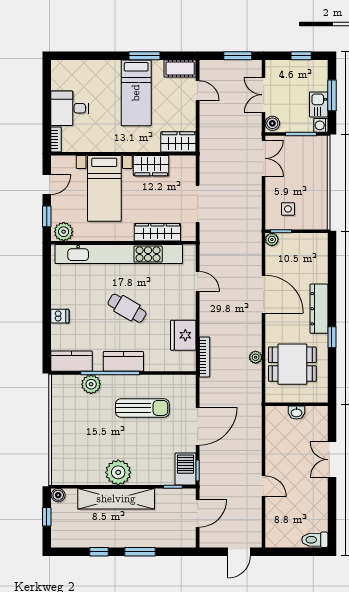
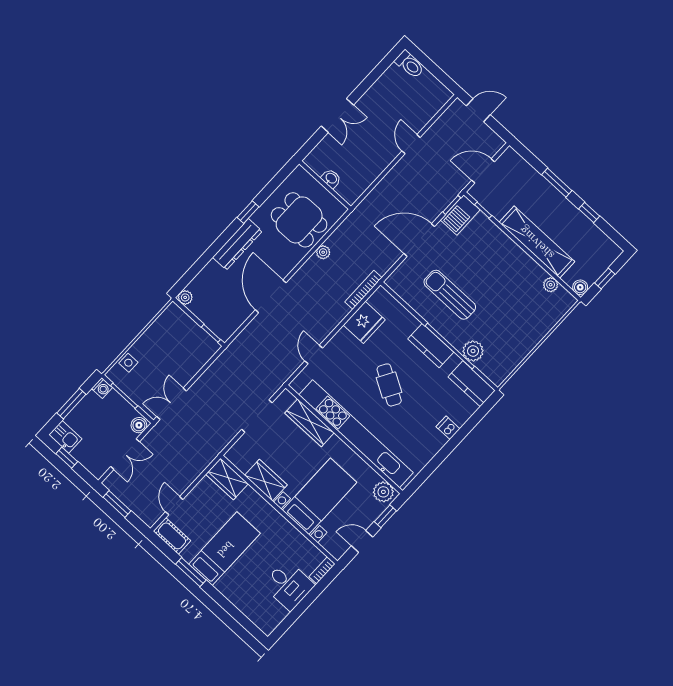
kitchen sink: (319, 104) -> (65, 437), moved, turned -90
side table: (288, 209) -> (128, 363), moved
plant: (272, 240) -> (185, 297), moved
plant: (118, 472) -> (551, 285), moved, width x0.53, depth x0.53

